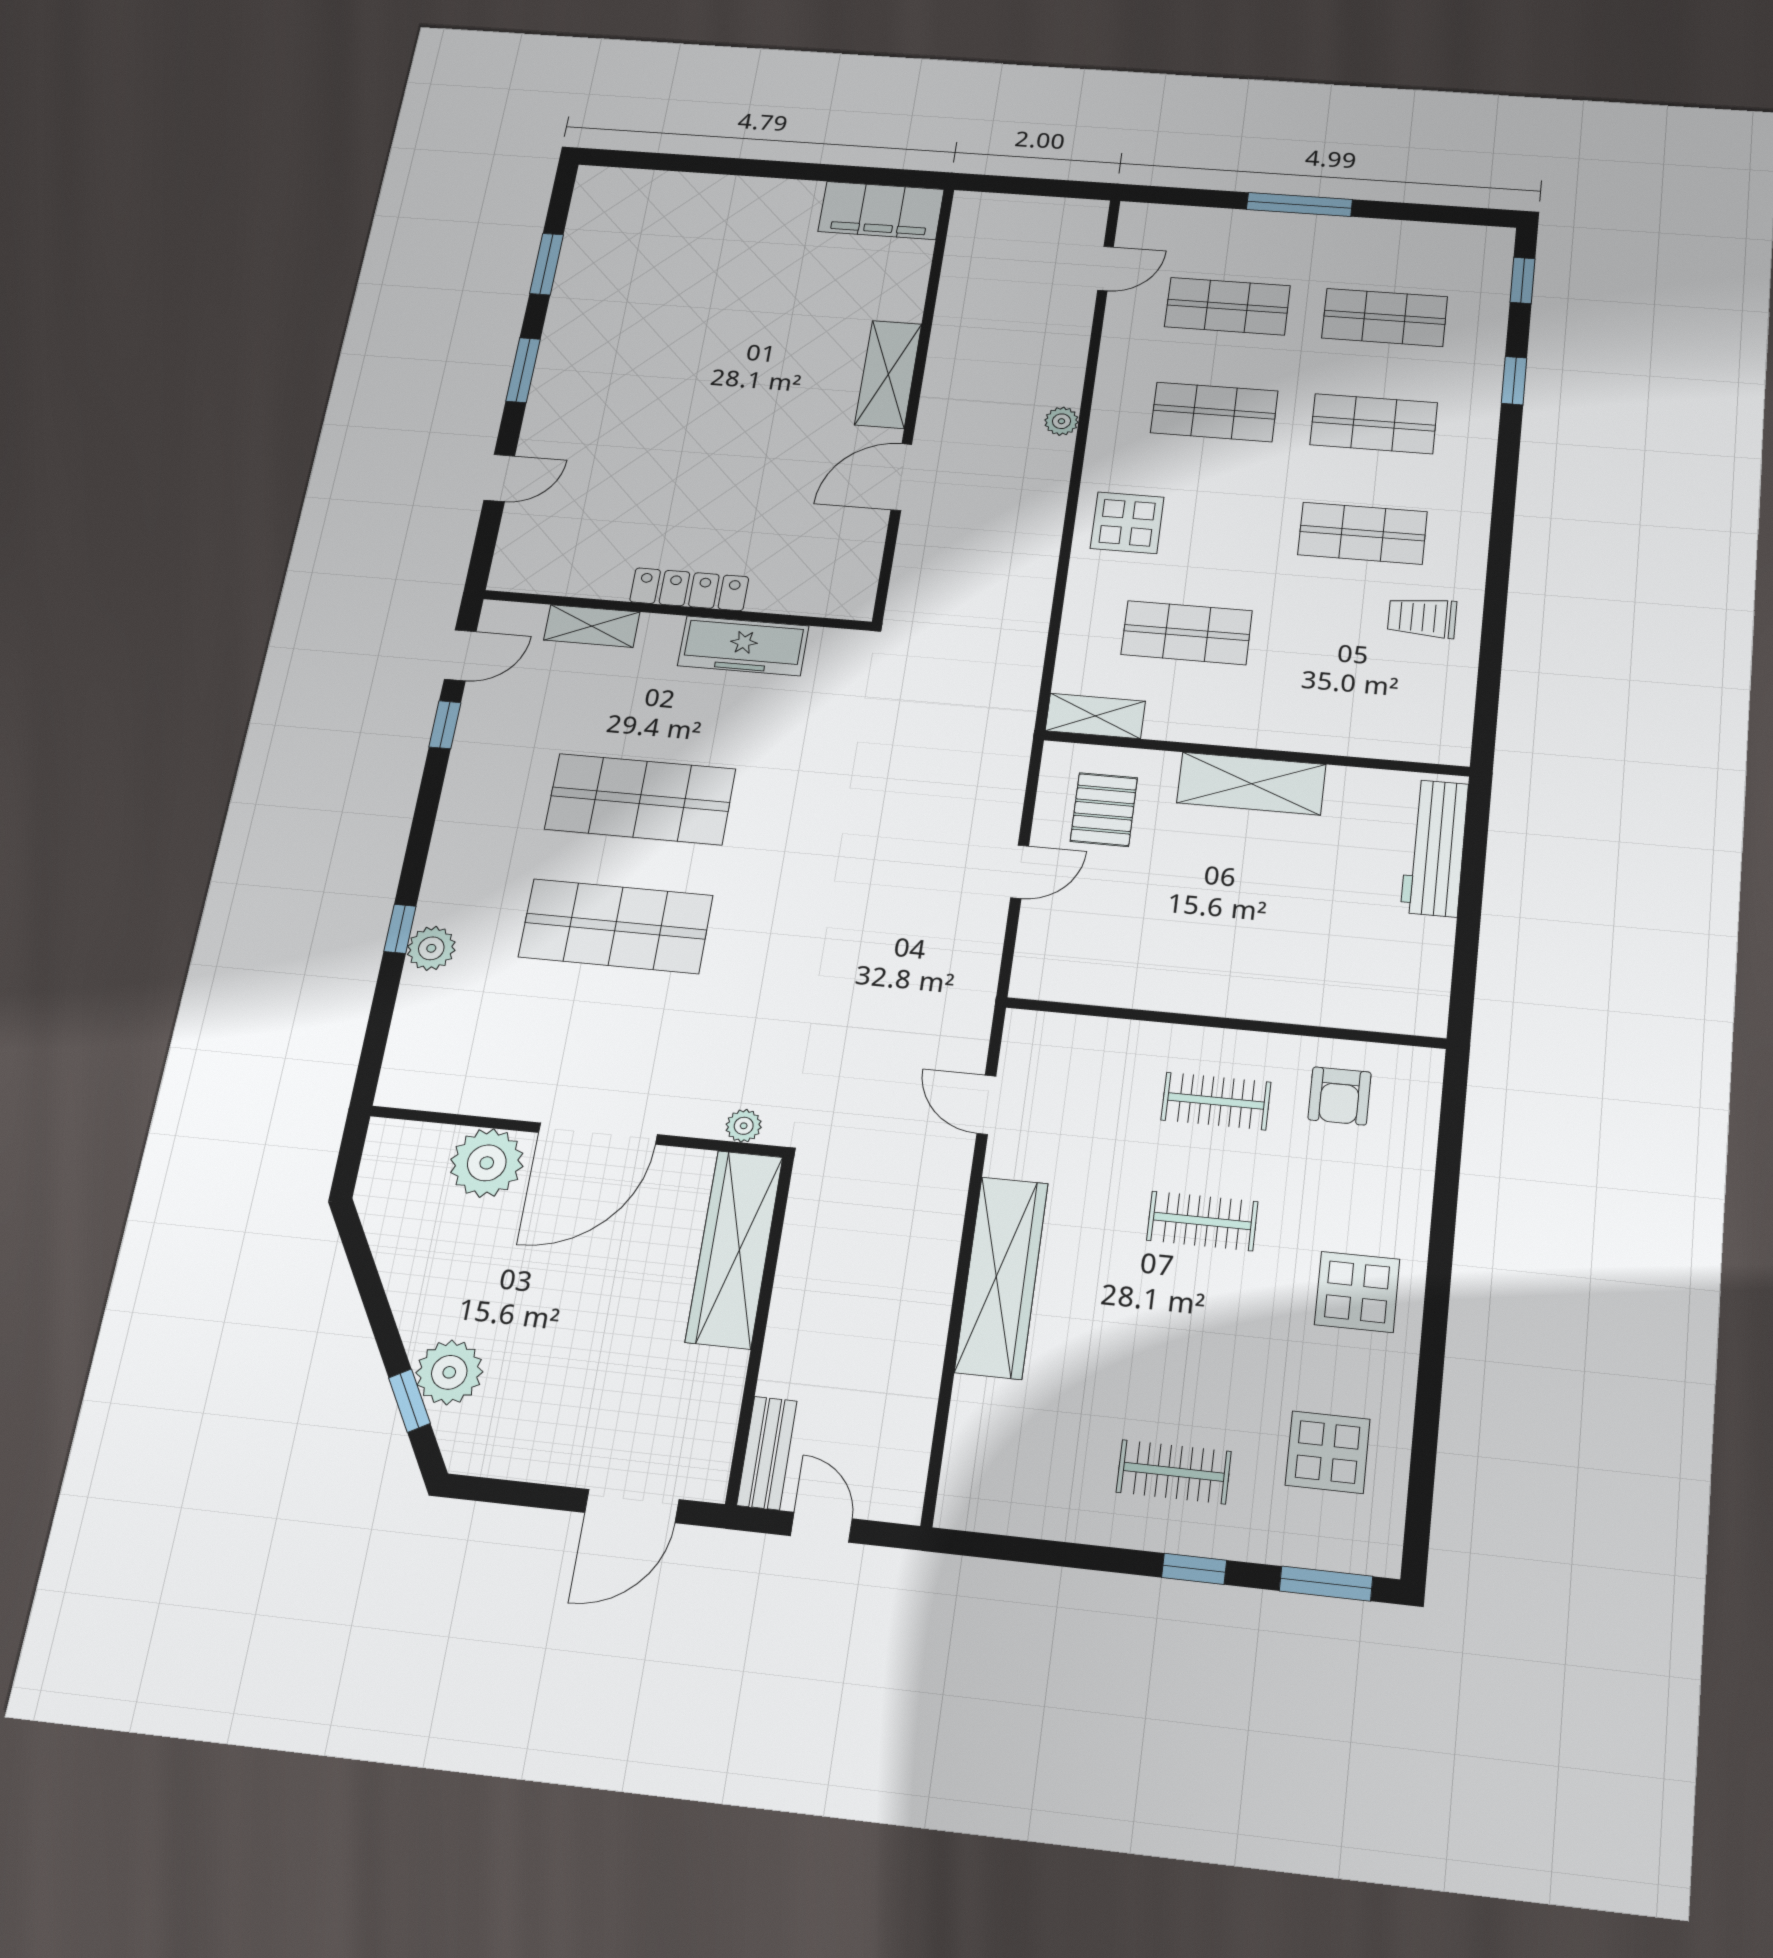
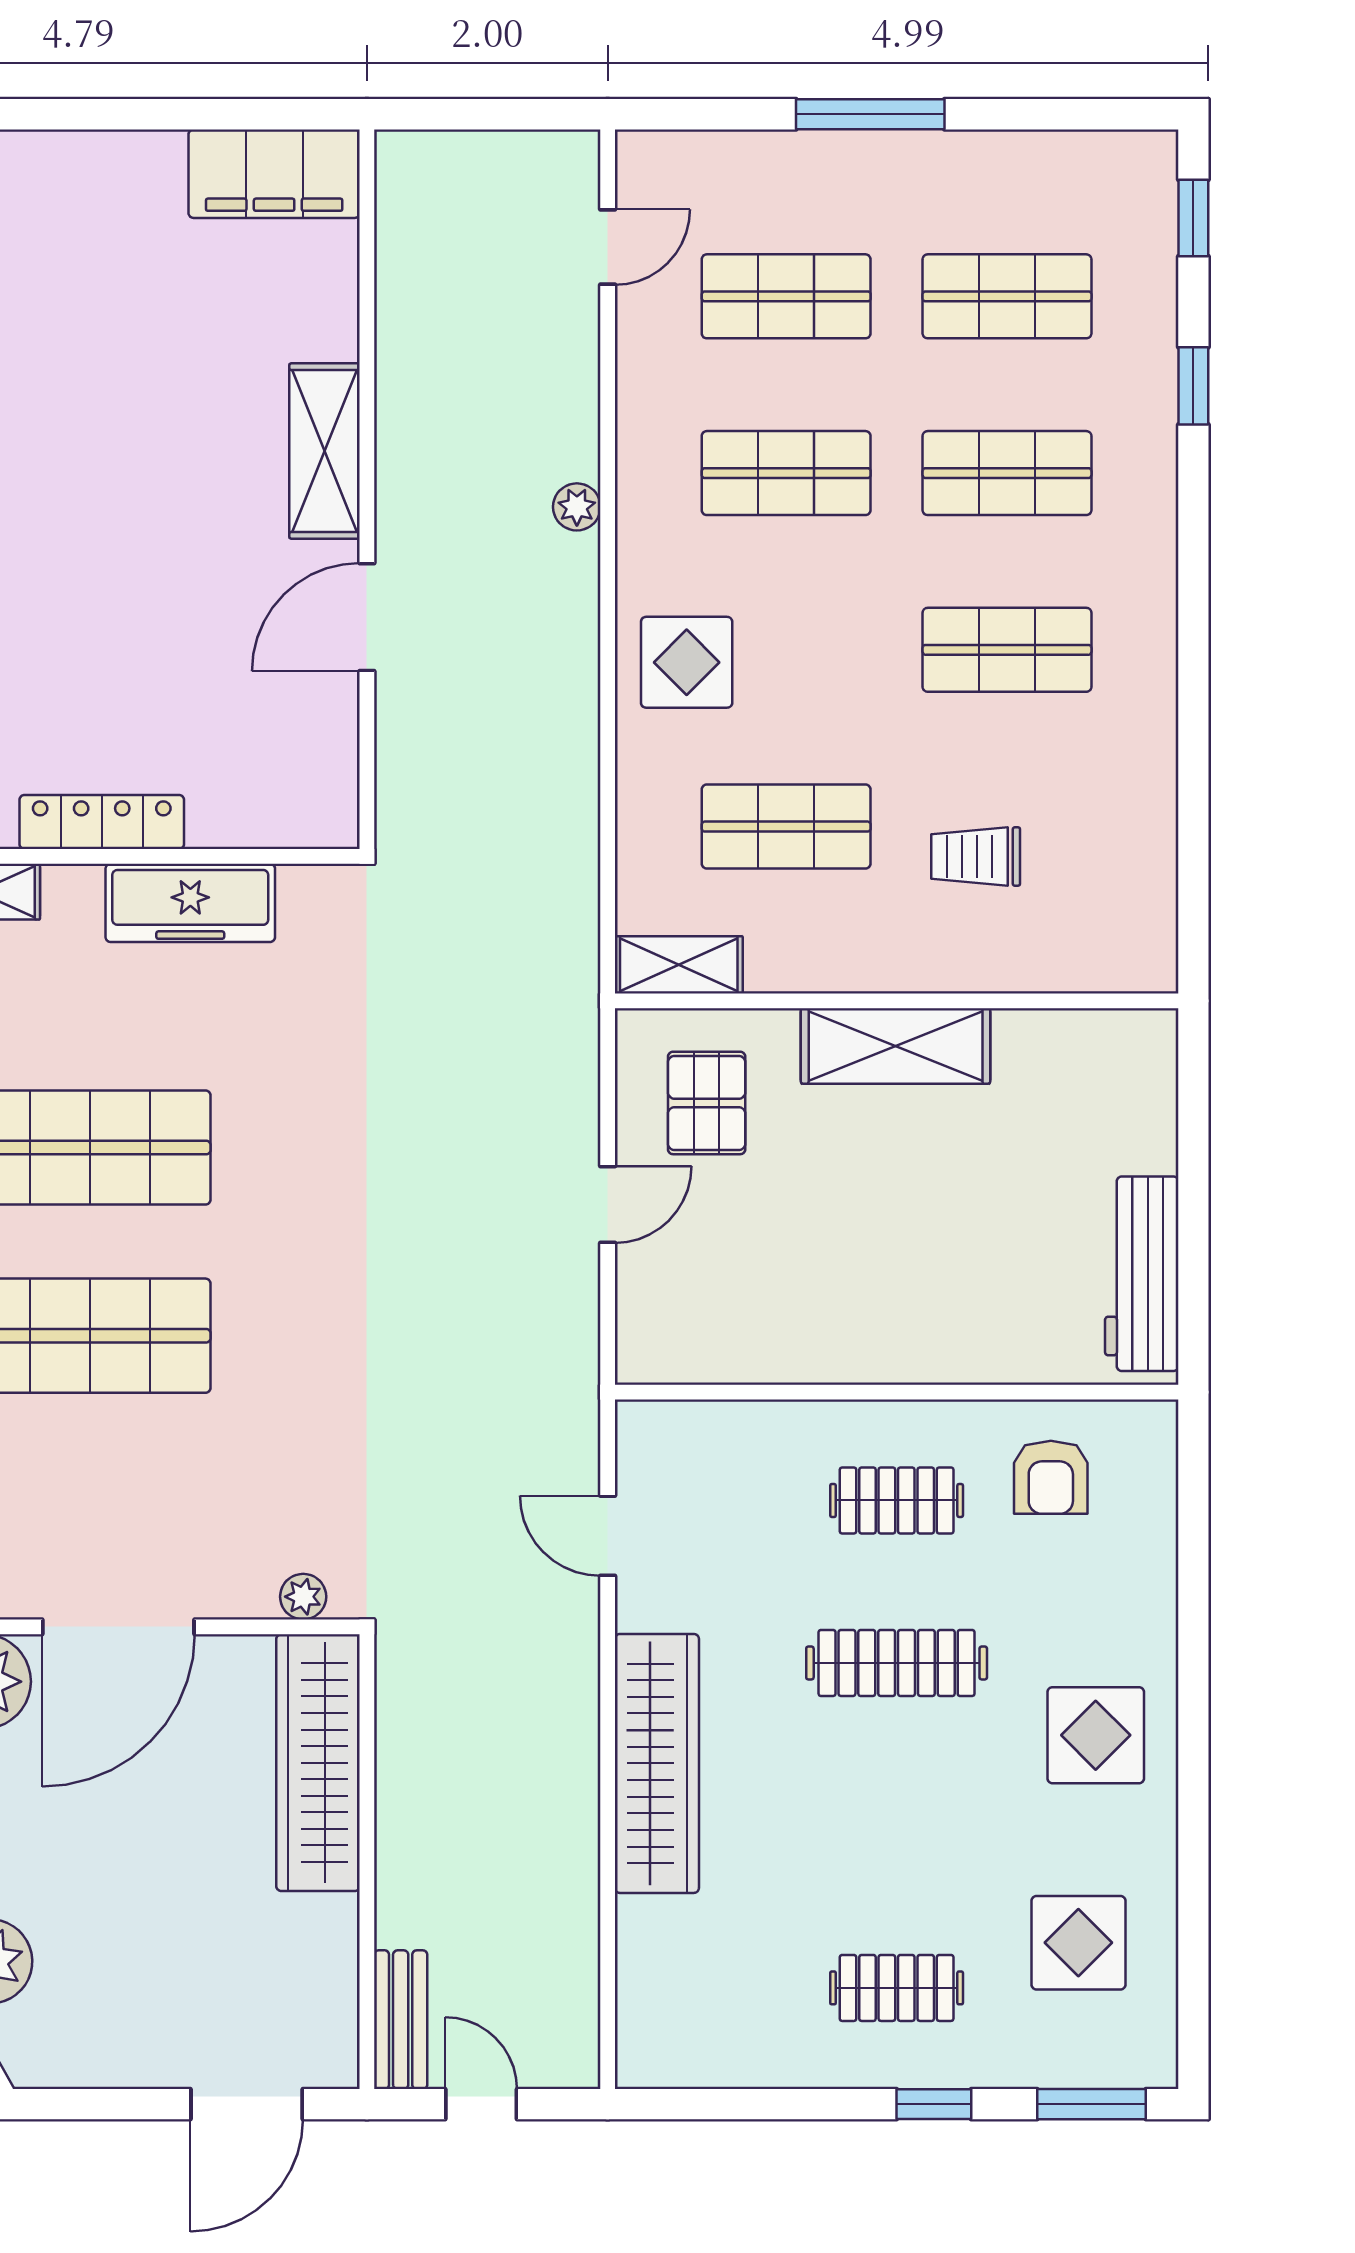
trolley: (1422, 617) -> (976, 856), moved
workbench: (1435, 848) -> (1142, 1274), moved
clothes rail: (1202, 1221) -> (897, 1663), width x1.36

